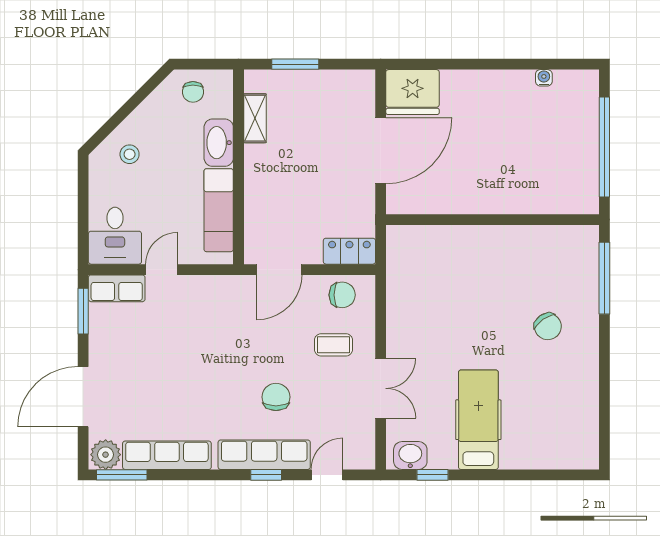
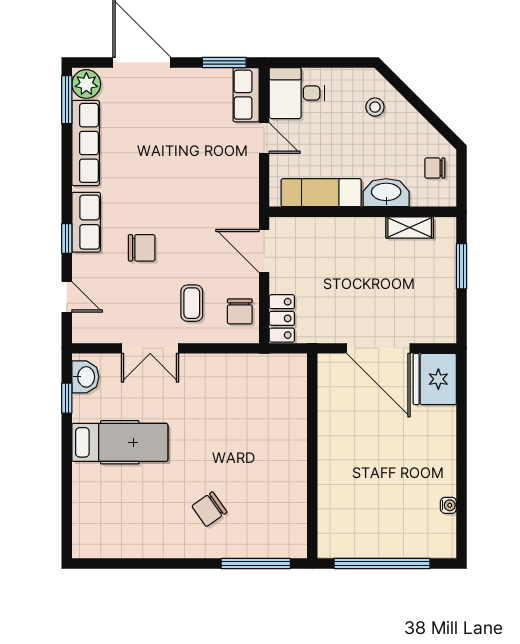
row of seats: (264, 455) -> (86, 222), width x0.68

